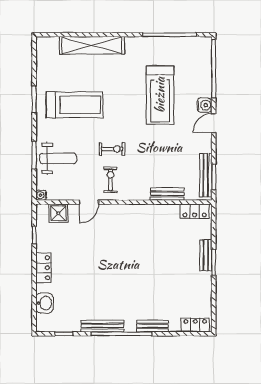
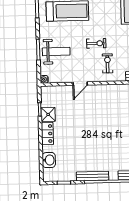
exercise bike: (110, 180) -> (108, 63), moved
shower: (58, 213) -> (48, 114), moved

